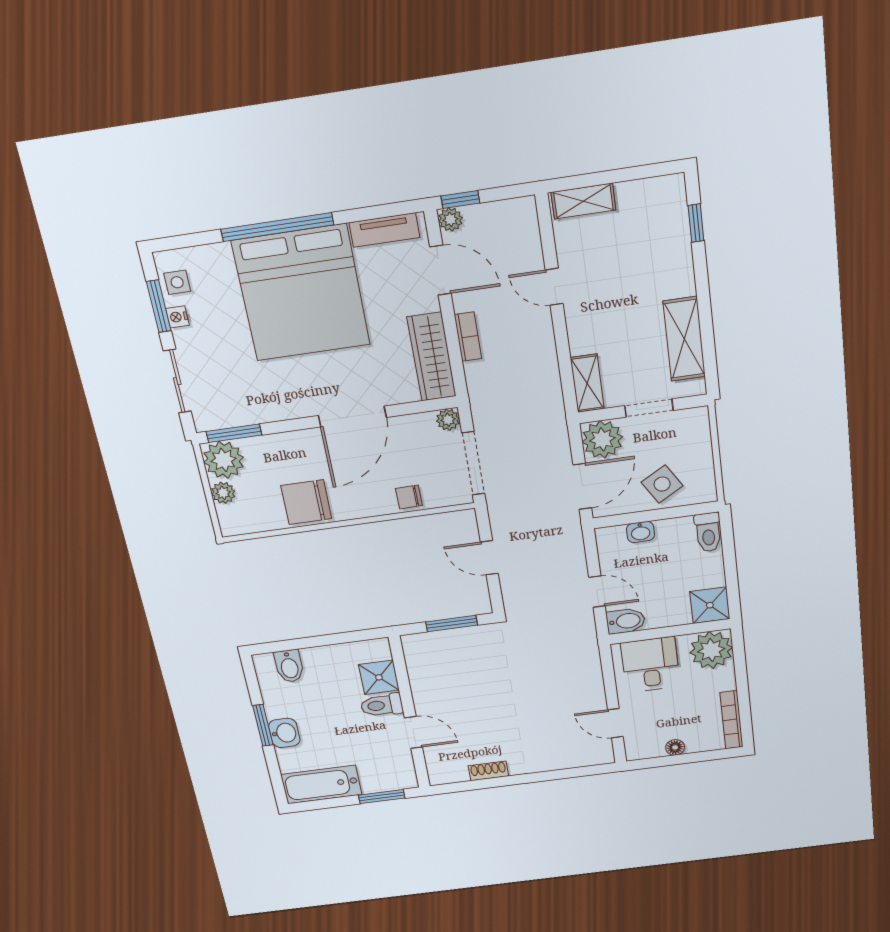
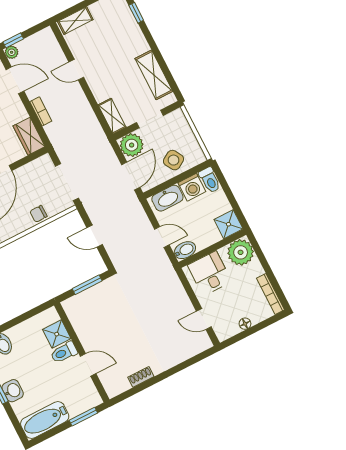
wardrobe: (432, 357) -> (29, 136), width x0.67
plant: (448, 420) -> (45, 161), removed
washbasin: (640, 532) -> (167, 198), width x1.91, depth x1.45
washing machine: (675, 534) -> (192, 187), added

